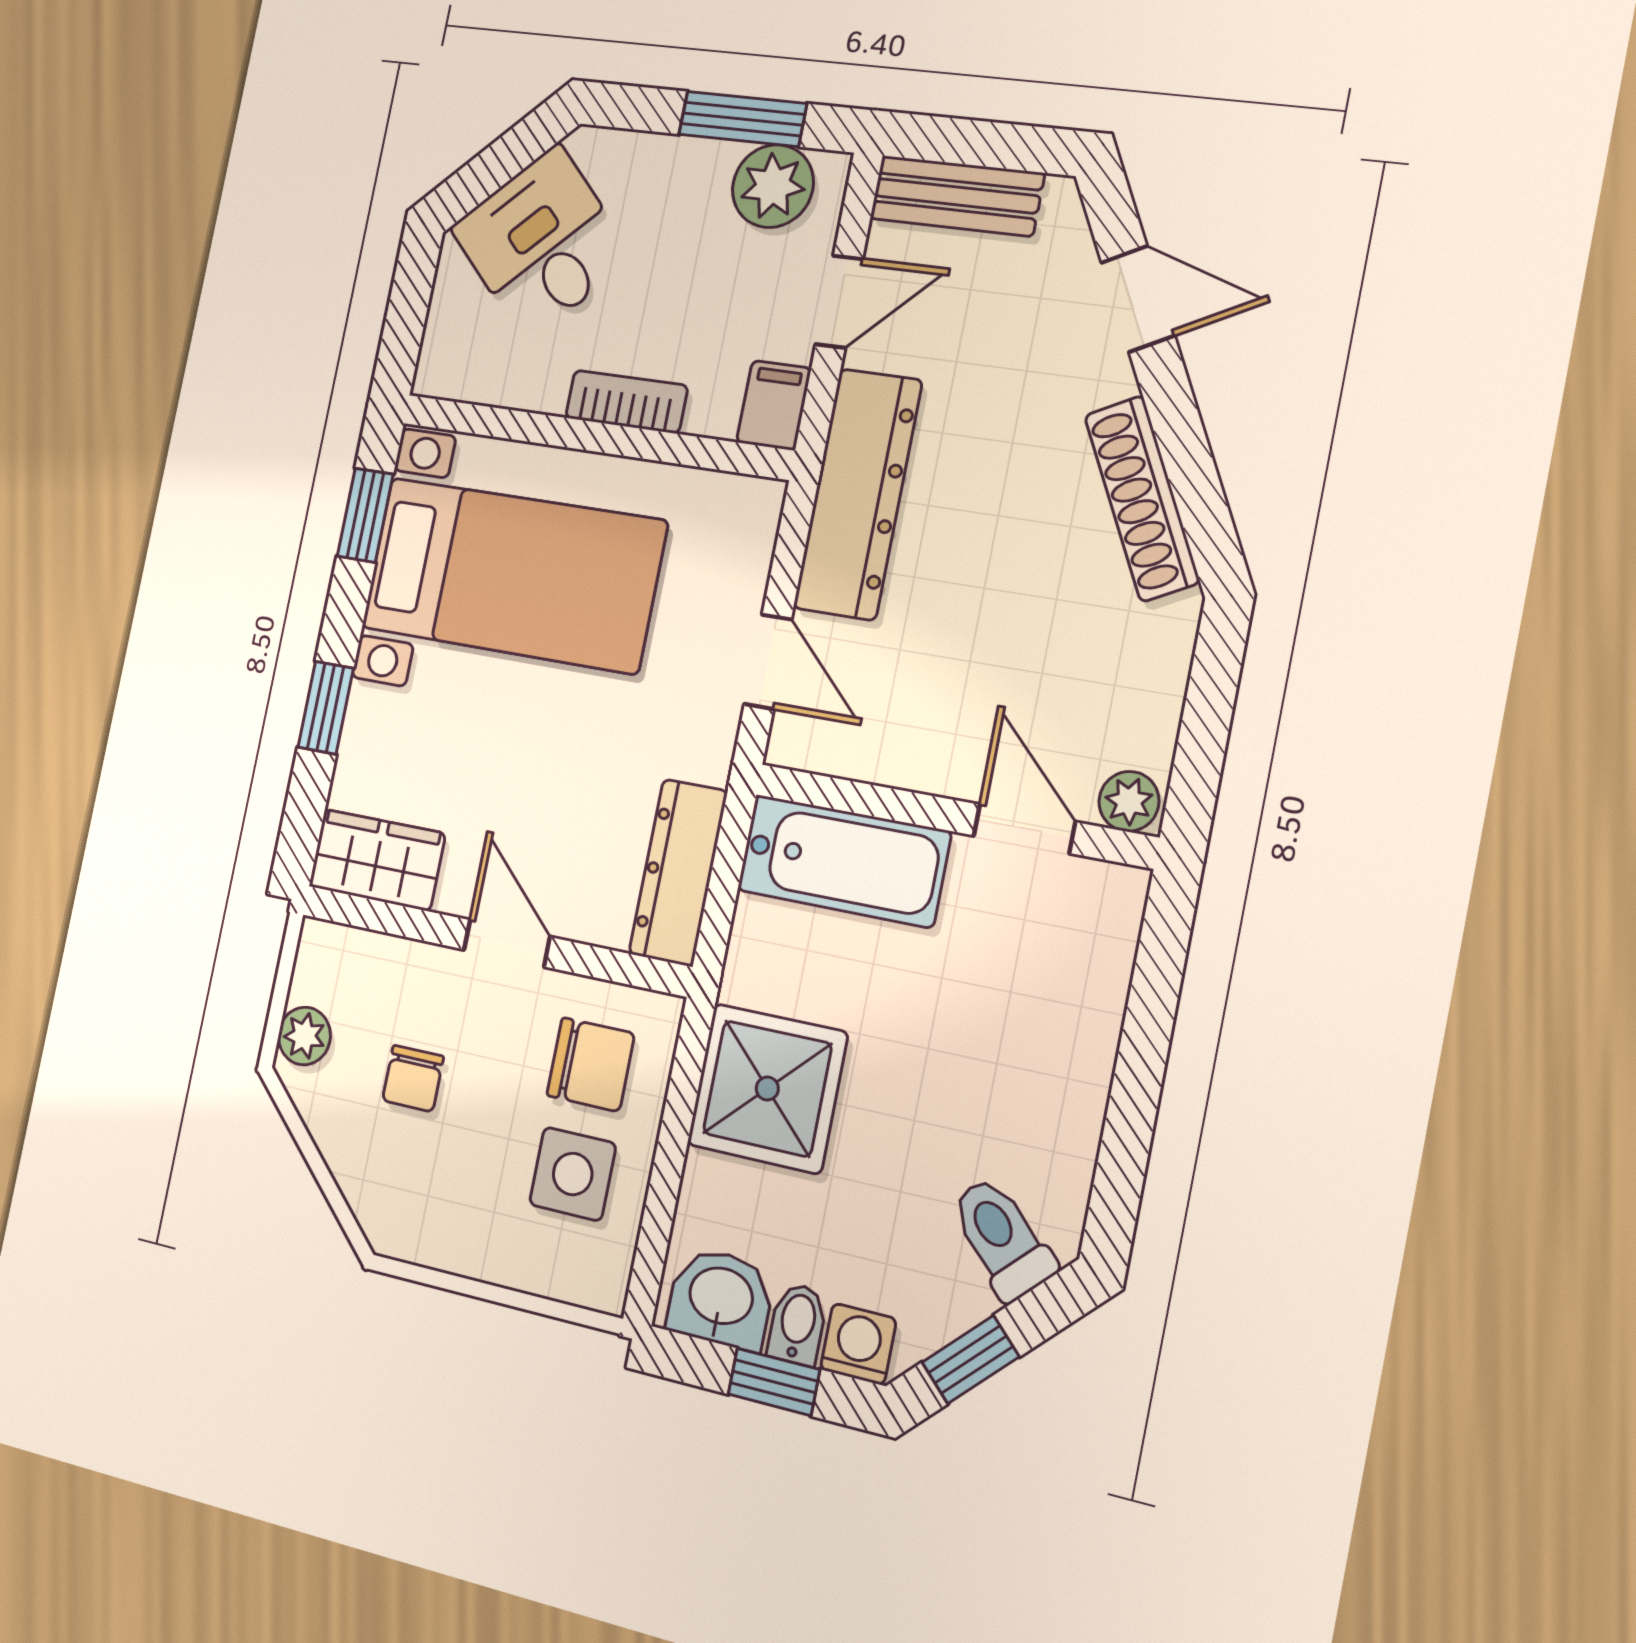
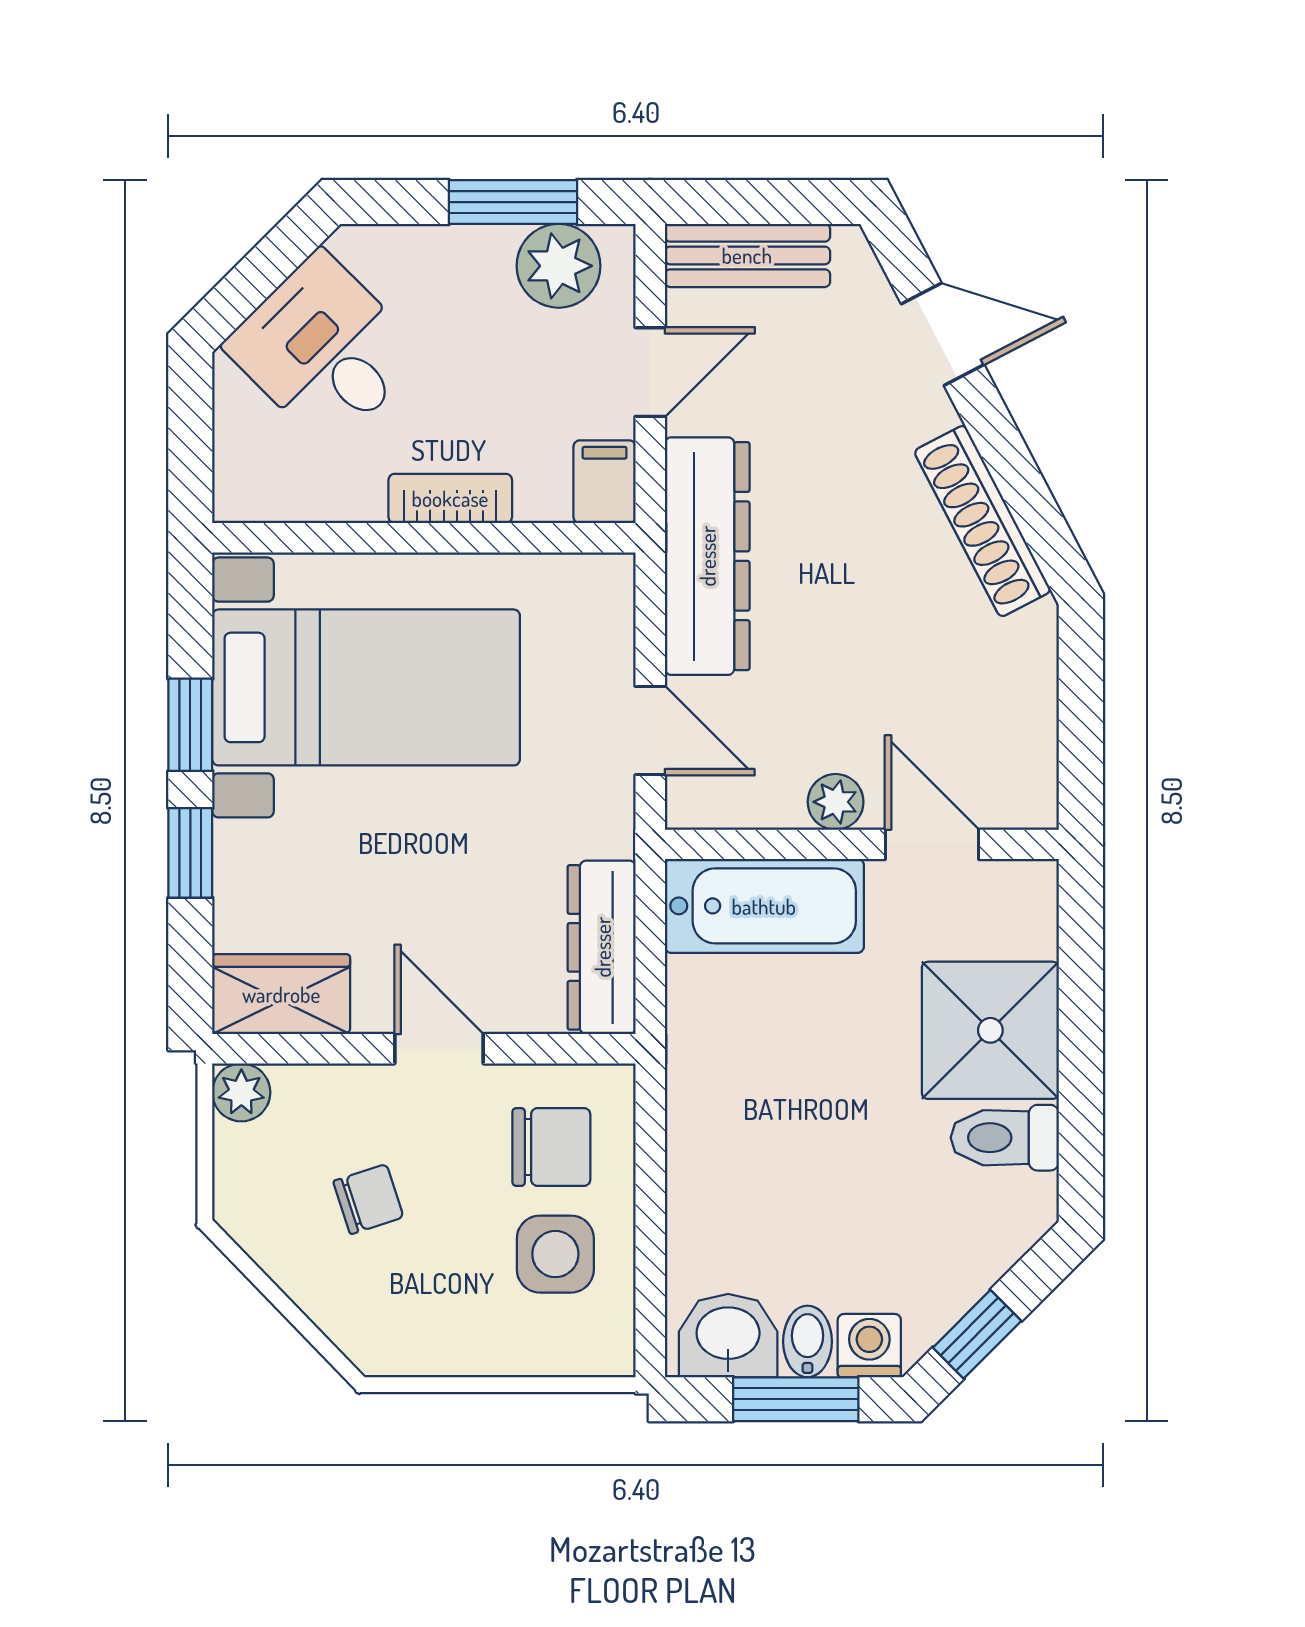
window: (365, 515) -> (190, 725), moved
plant: (1129, 801) -> (836, 802), moved
plant: (304, 1036) -> (241, 1092), moved
chair: (413, 1078) -> (368, 1199), turned -108
shower: (767, 1089) -> (990, 1030), moved
toilet: (1002, 1238) -> (1005, 1138), moved, turned -45
window: (774, 1382) -> (796, 1399), width x1.50

